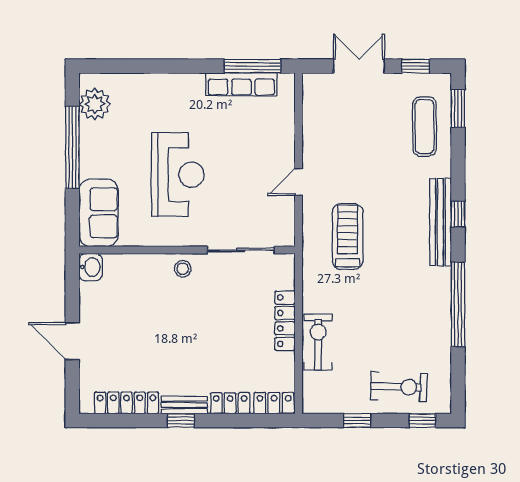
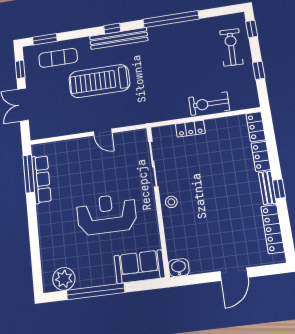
treadmill: (348, 236) -> (99, 81), moved, width x1.37, depth x1.38
locker: (285, 321) -> (190, 129), width x0.66

